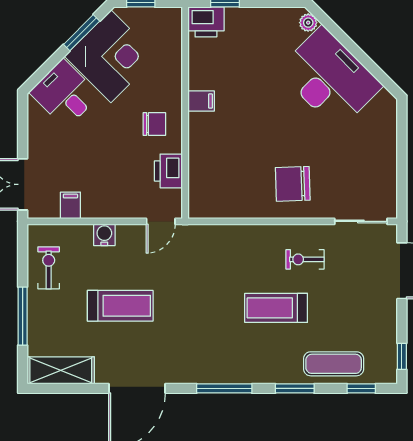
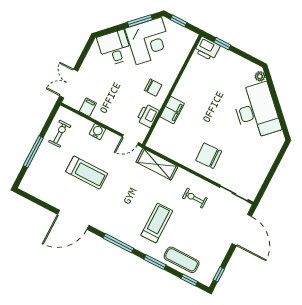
filing cabinet: (201, 101) -> (172, 110), moved, width x2.00
treadmill: (276, 308) -> (157, 223), moved, turned 90
shelving: (61, 370) -> (157, 164), moved

